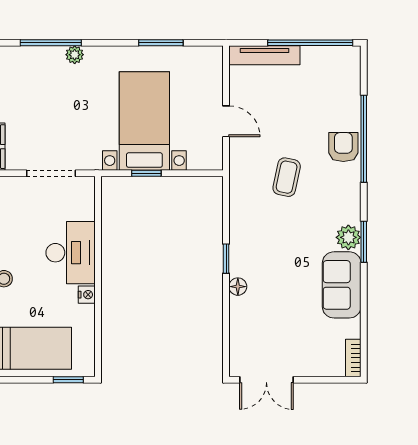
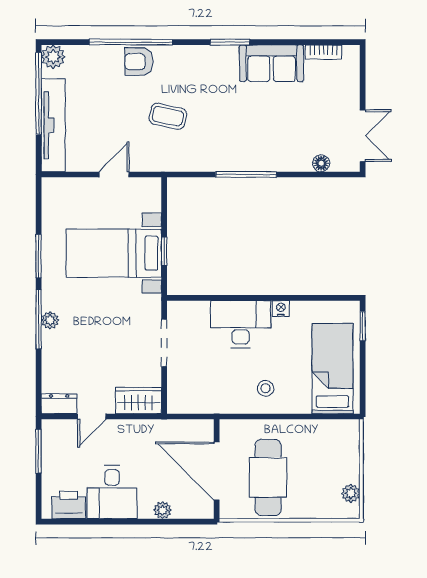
window: (51, 43) -> (39, 319), moved
window: (161, 43) -> (39, 256), moved
tv unit: (264, 55) -> (53, 125), width x1.36, depth x1.29
plant: (348, 237) -> (53, 57), moved
window: (226, 259) -> (246, 174), width x2.17
floor lamp: (238, 287) -> (321, 163), moved
bookcase: (353, 358) -> (323, 52), moved

